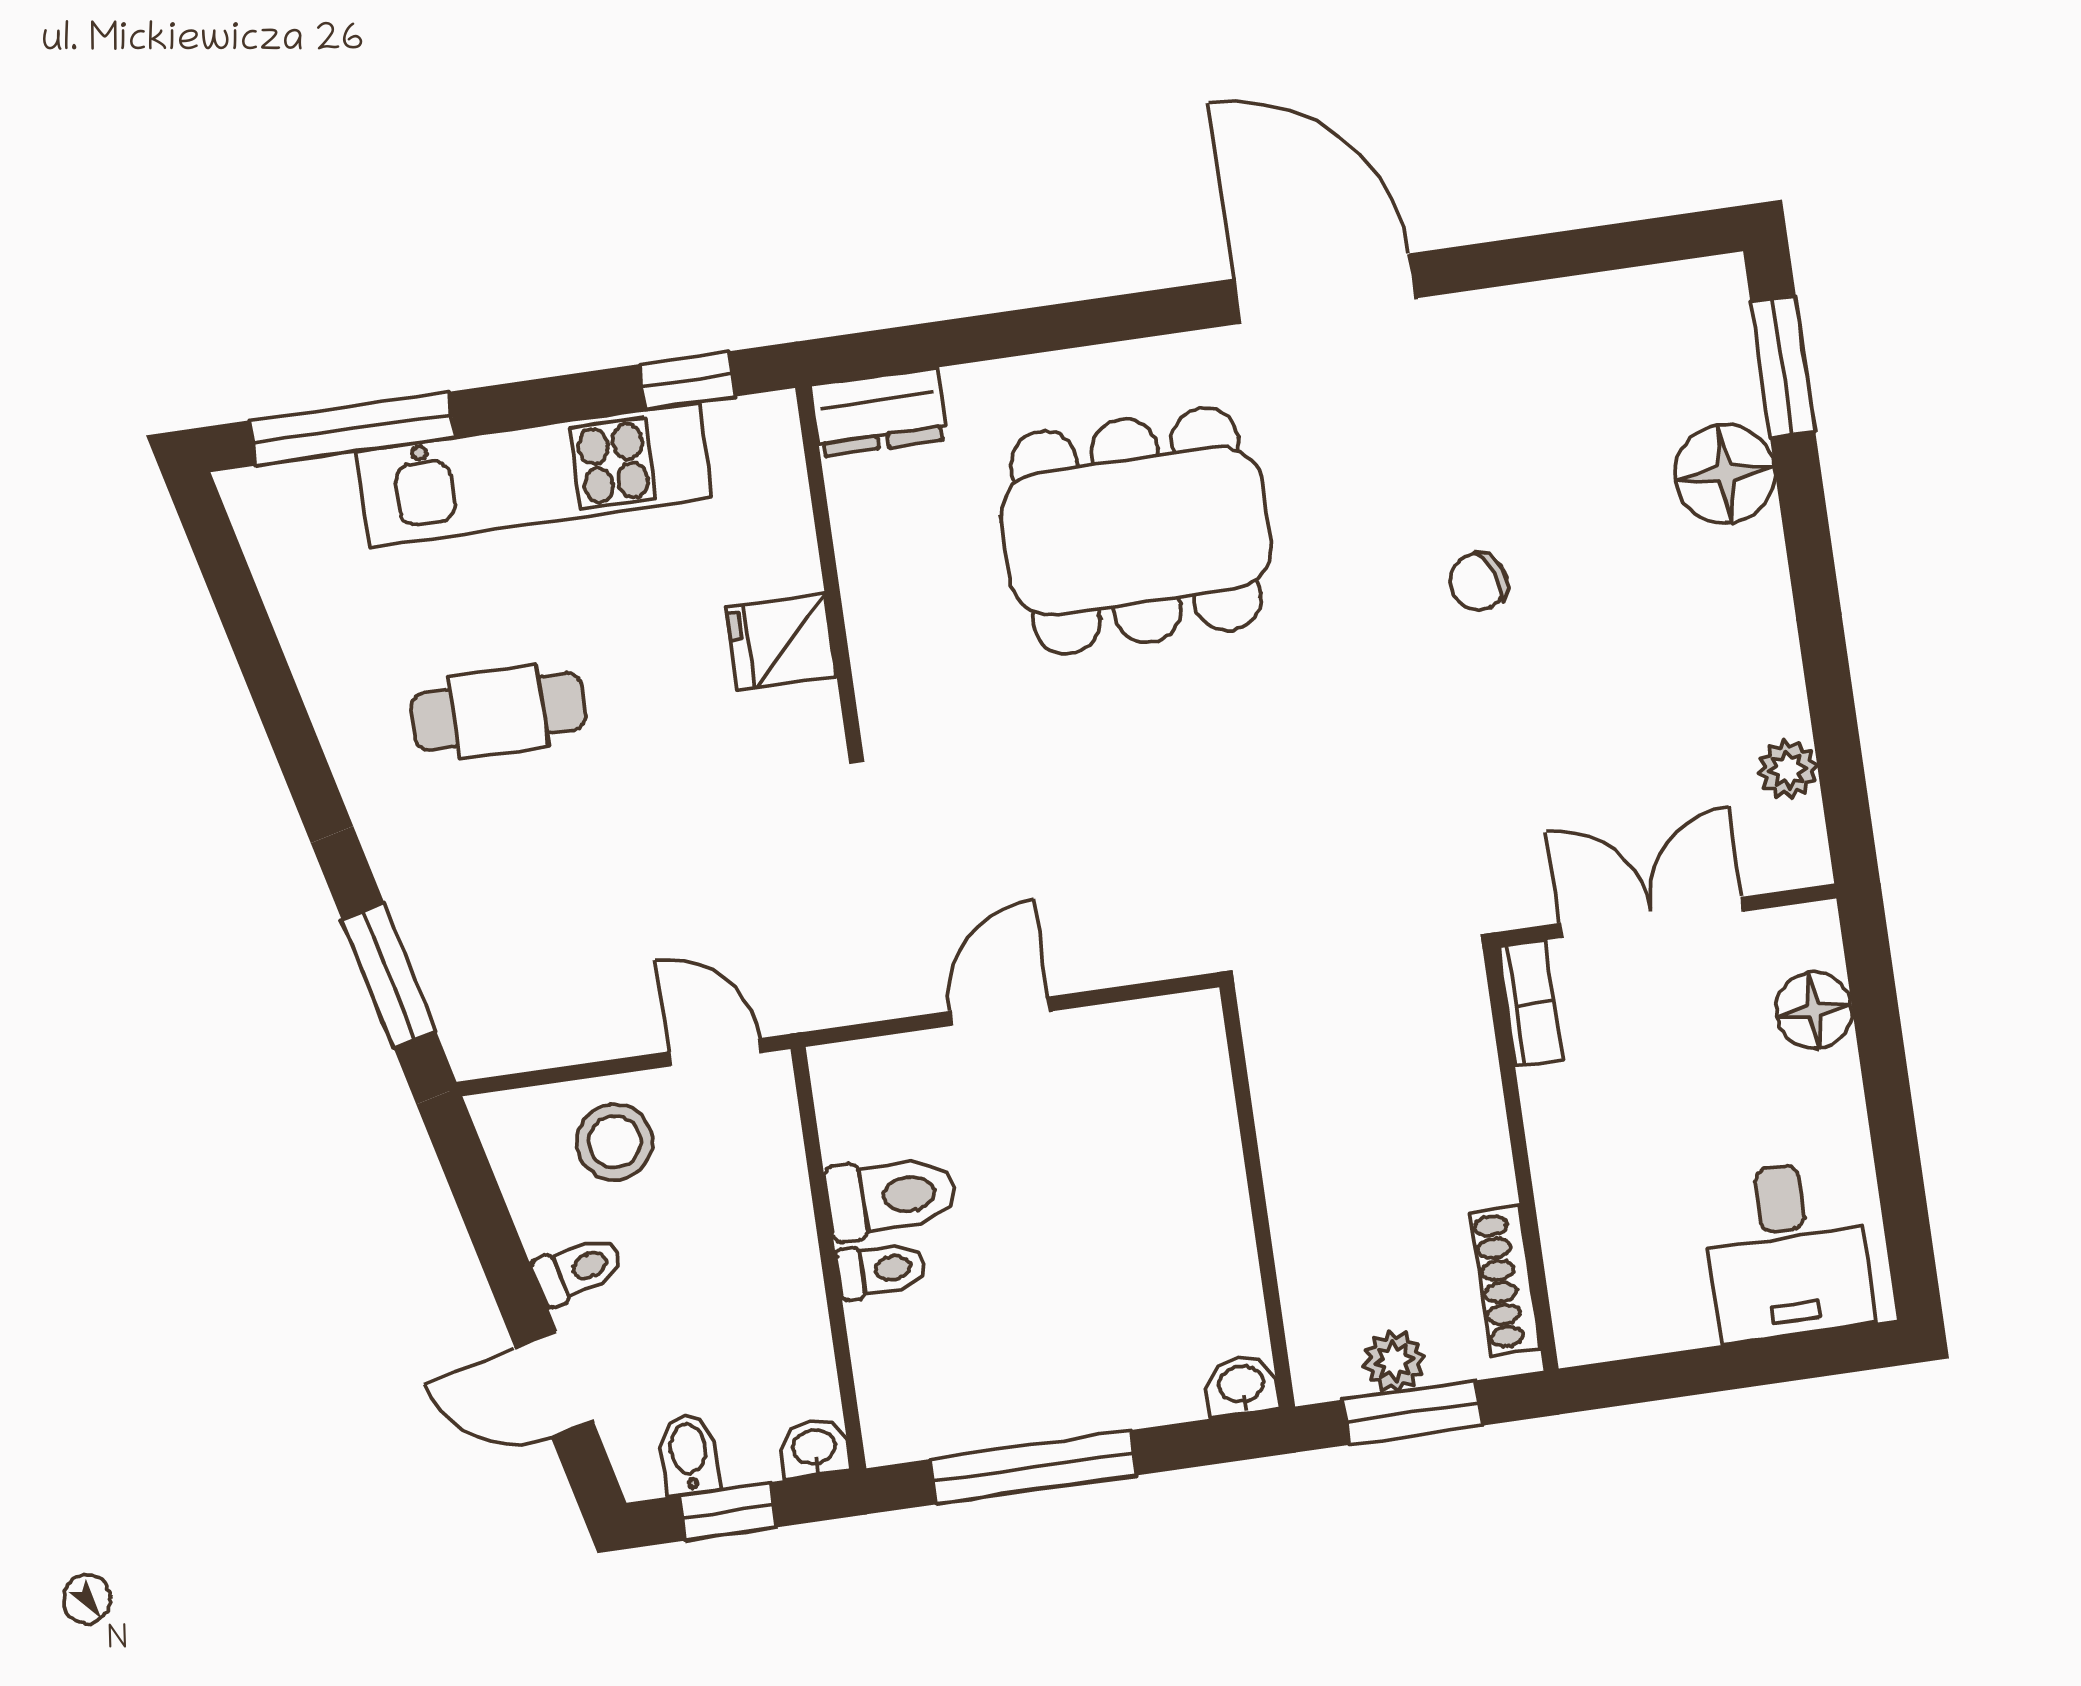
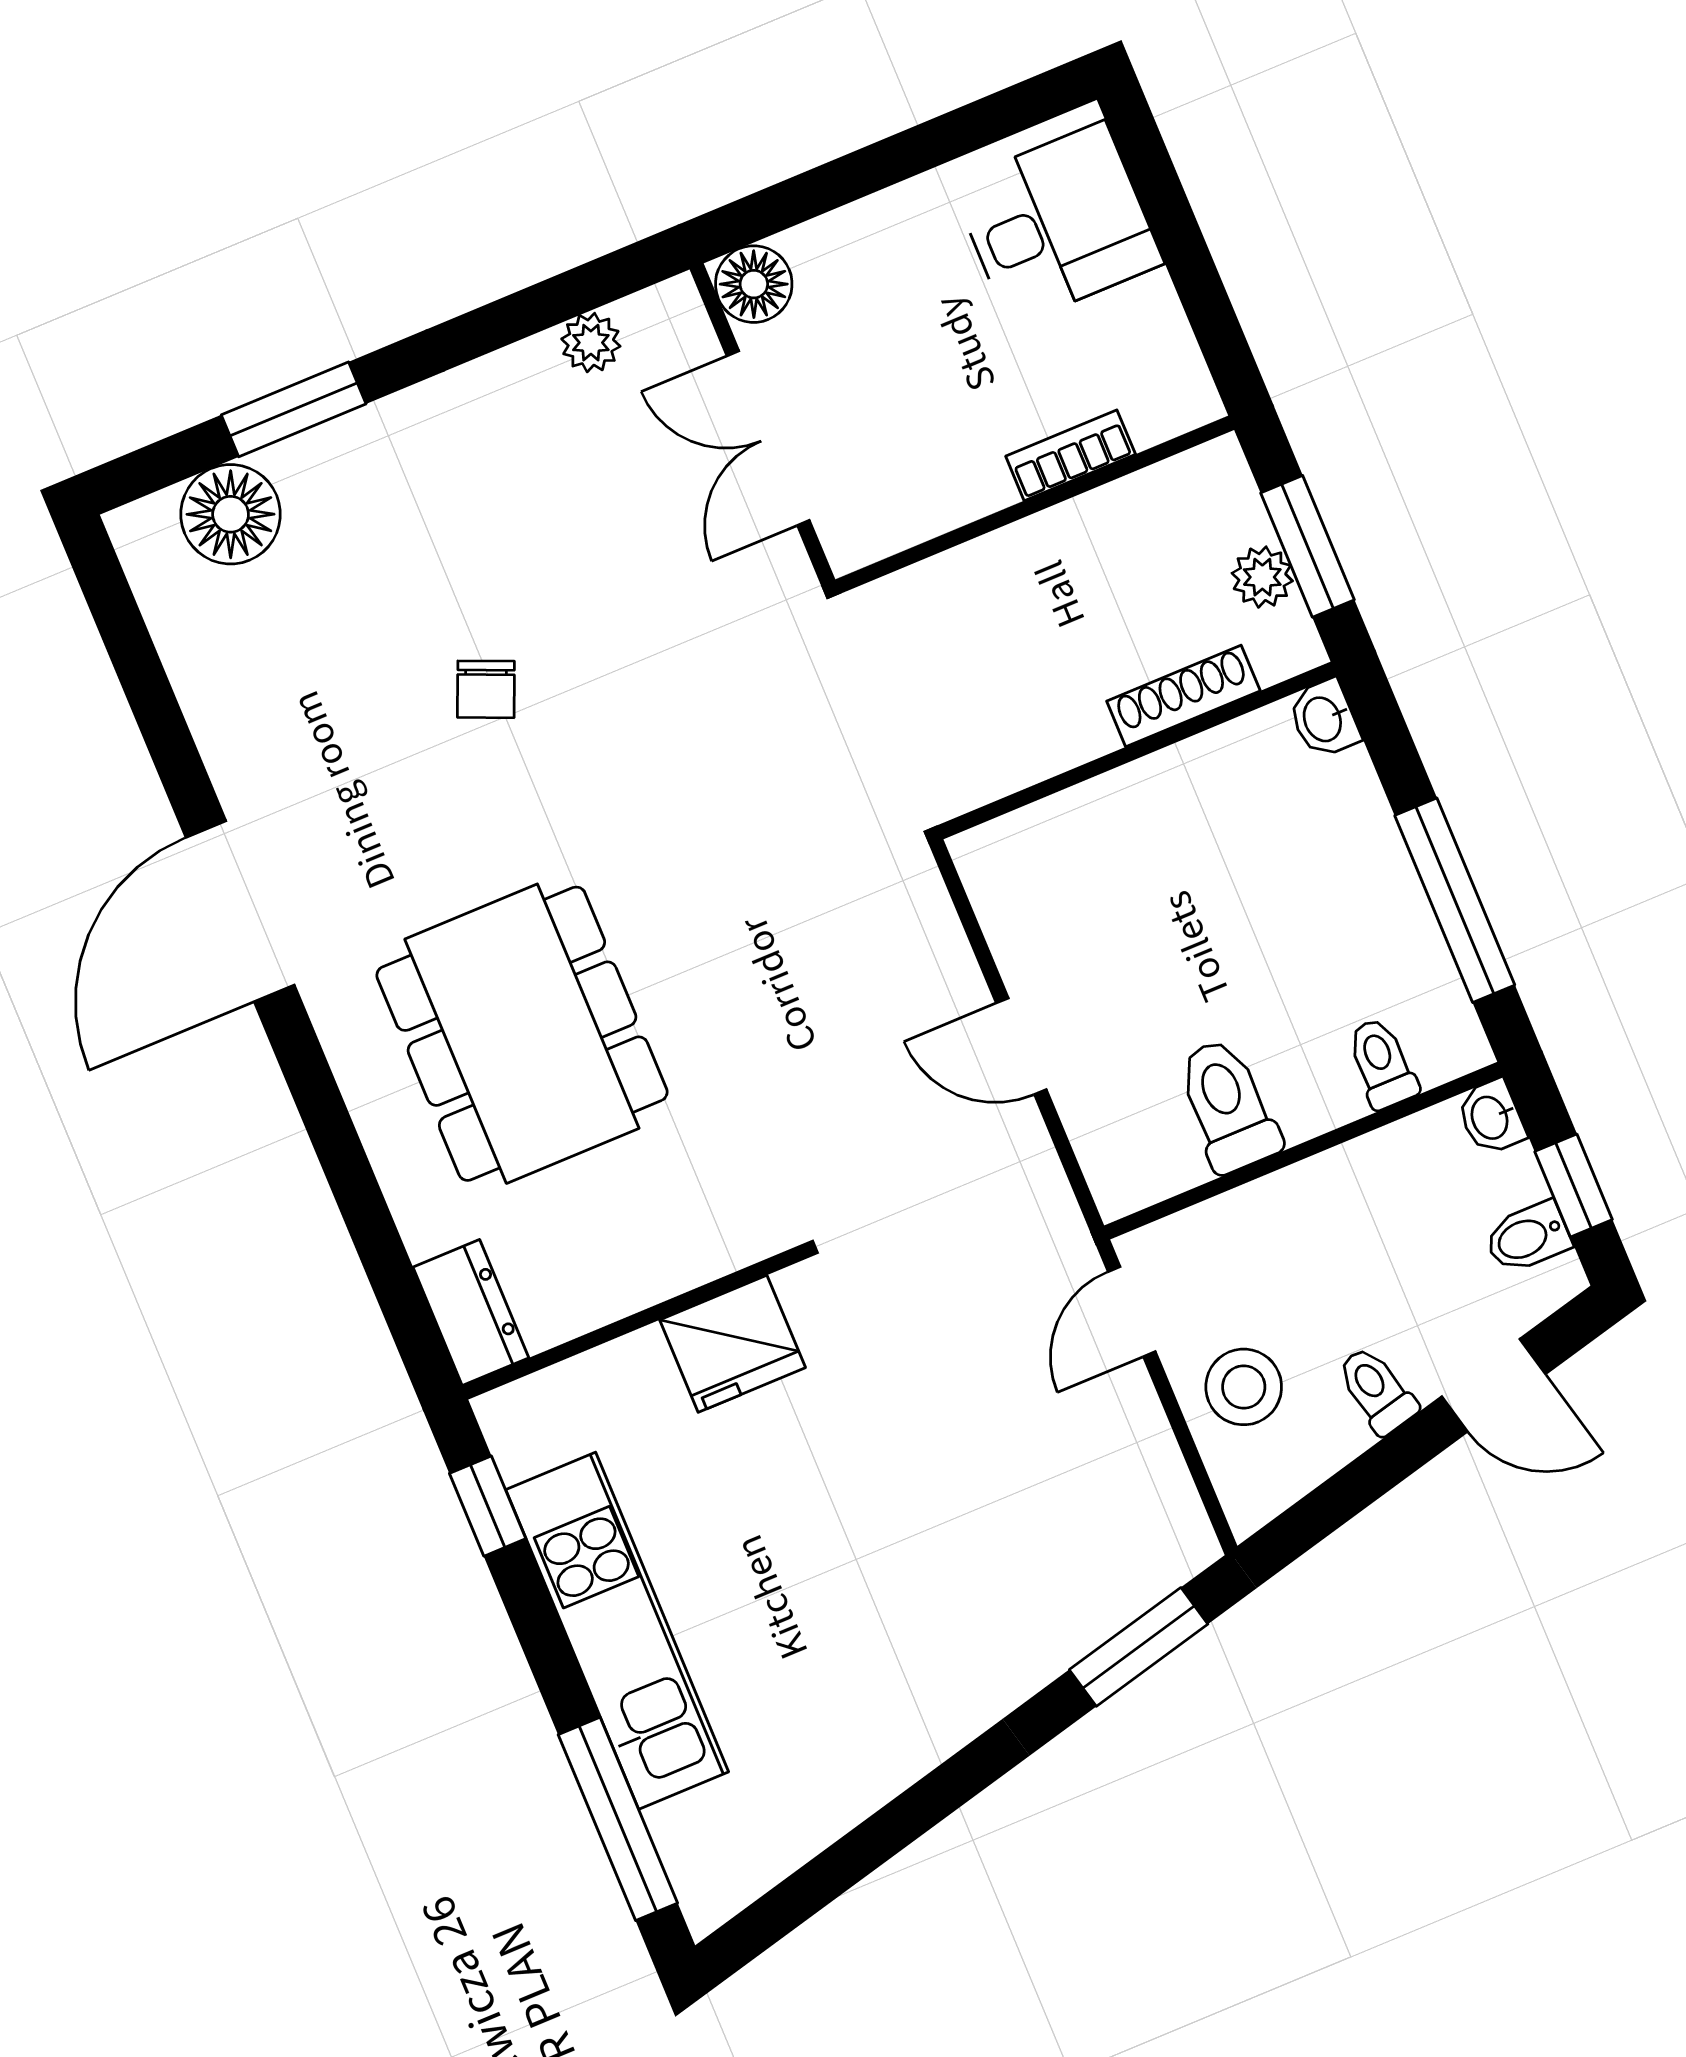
window: (1783, 366) -> (294, 409), moved
floor lamp: (1725, 474) -> (231, 514), moved
chair: (1478, 582) -> (486, 689), turned 43
fridge: (781, 642) -> (733, 1344), width x1.38
cafe table: (498, 712) -> (855, 1607), removed
bookcase: (1530, 1003) -> (1071, 455), moved
floor lamp: (1814, 1010) -> (754, 284), moved
toilet: (881, 1270) -> (1382, 1063), moved
shoe rack: (1505, 1280) -> (1183, 696), moved, turned 180
door: (554, 1384) -> (1494, 1385), hinge flipped

